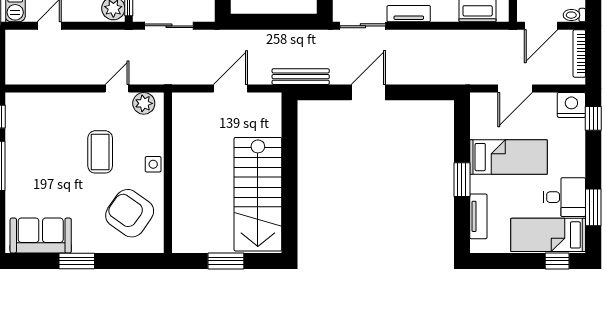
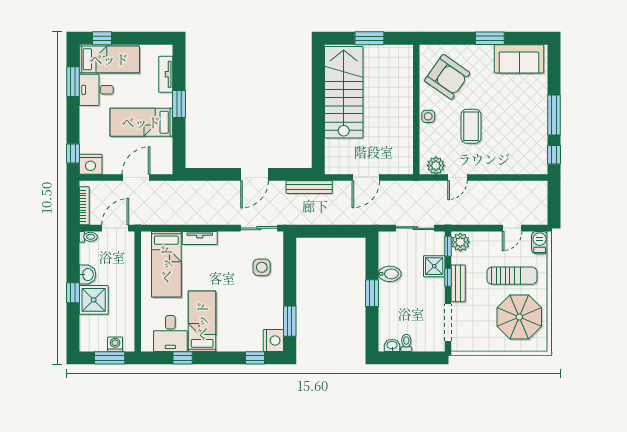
tv unit: (409, 14) -> (200, 238), moved

